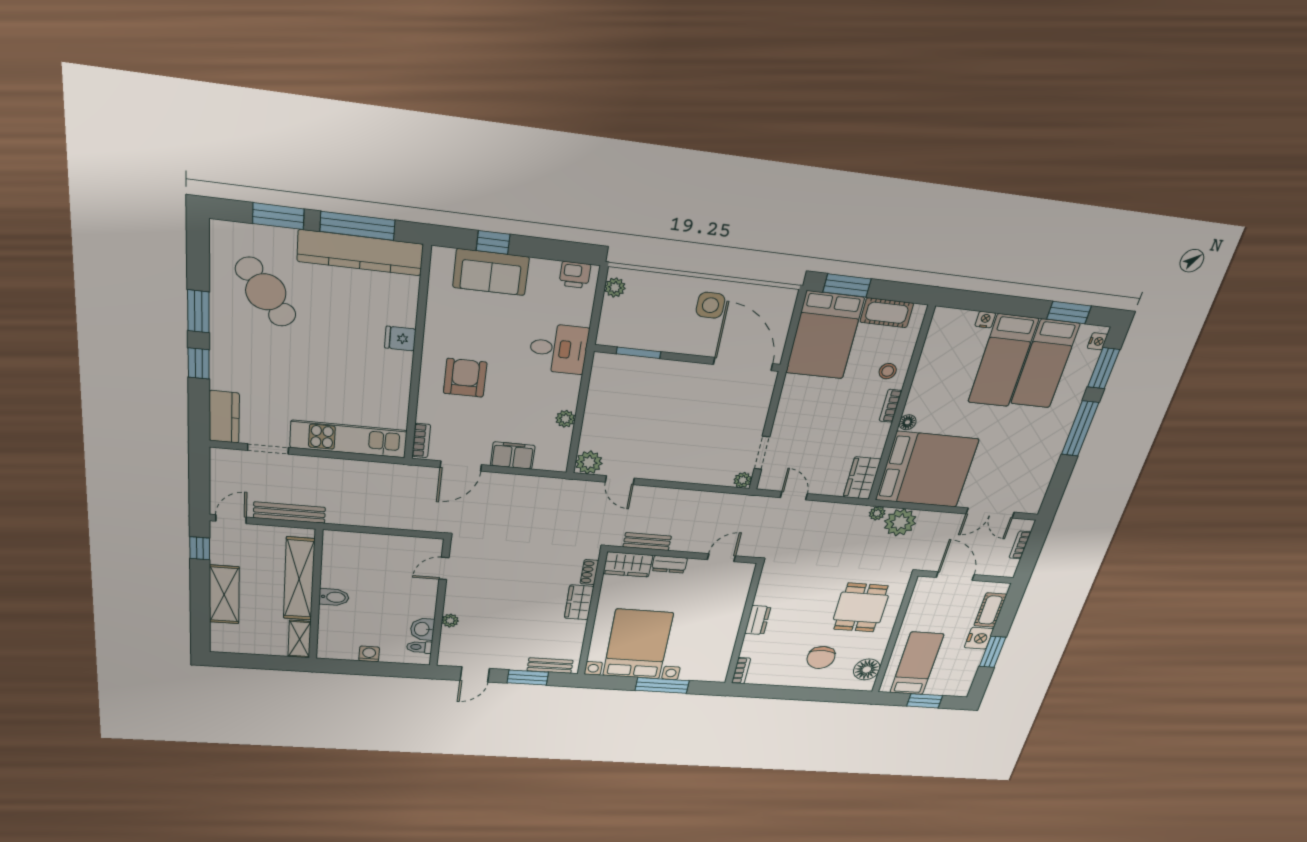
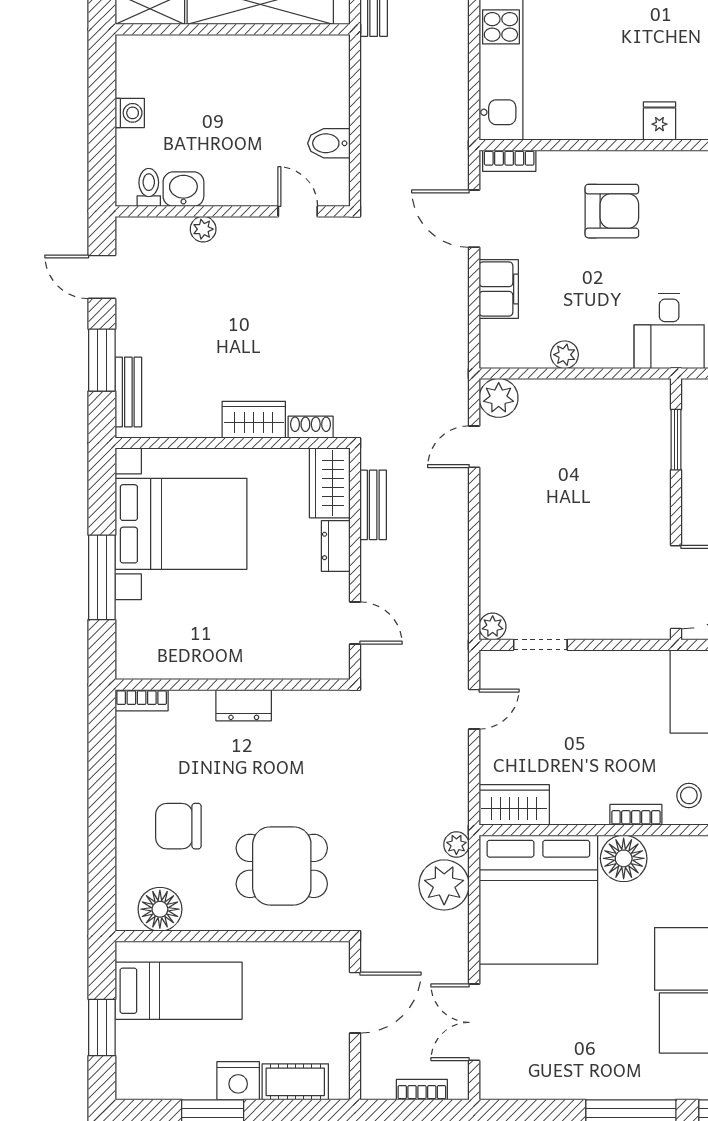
floor lamp: (908, 422) -> (624, 858), width x1.89, depth x1.89
bidet: (334, 597) -> (329, 143), moved, turned 90

